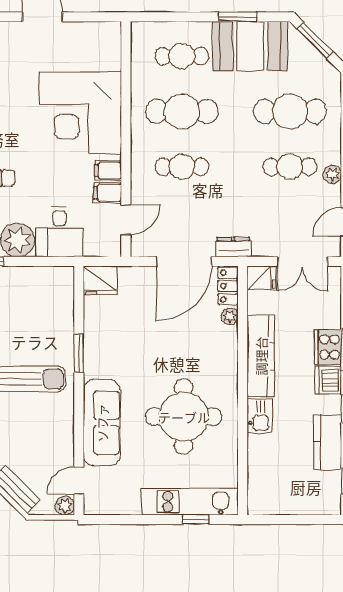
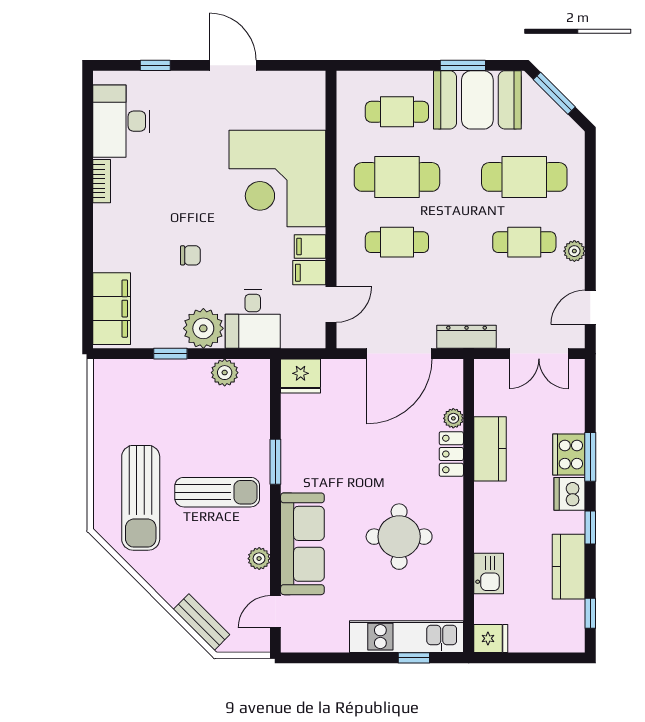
dresser: (233, 247) -> (467, 337), width x1.44
plant: (36, 277) -> (225, 373), added
fridge: (261, 278) -> (491, 638), moved
locker: (228, 286) -> (451, 454), moved
kitchen counter: (261, 356) -> (490, 449), width x0.67
kitchen sink: (260, 416) -> (489, 574), moved
round table: (184, 417) -> (399, 537), width x0.73, depth x0.73
plant: (65, 506) -> (259, 559), moved

